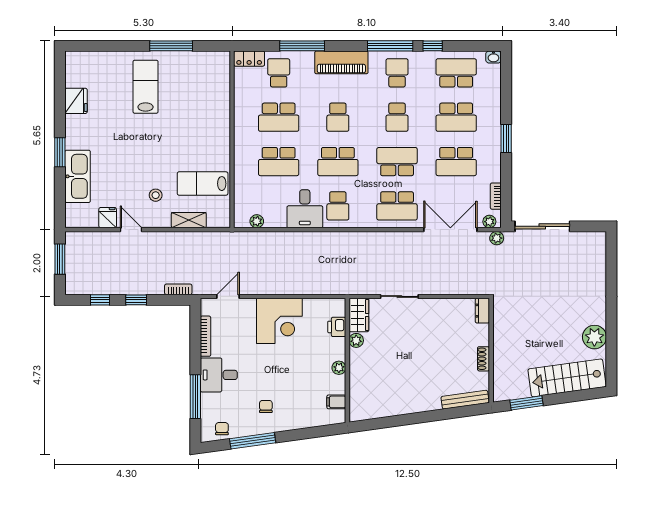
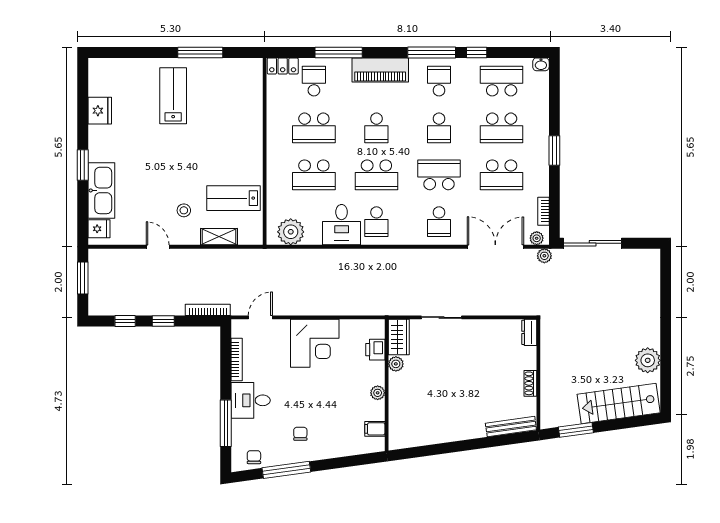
school desk: (397, 206) -> (439, 222), width x0.54
fridge: (108, 218) -> (99, 229), moved, turned 90
plant: (257, 221) -> (291, 232), width x1.87, depth x1.87
bookcase: (178, 289) -> (208, 310), width x1.56

